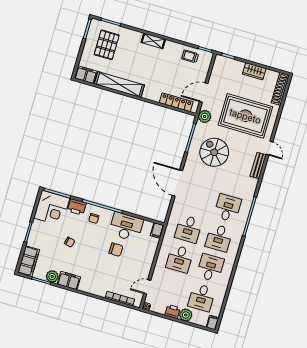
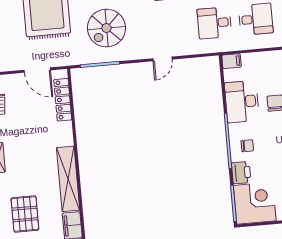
pallet: (107, 45) -> (25, 214), turned 90
plant: (205, 116) -> (66, 57), removed
door: (177, 183) -> (162, 59), width x0.53
desk: (188, 229) -> (214, 23), turned 180

